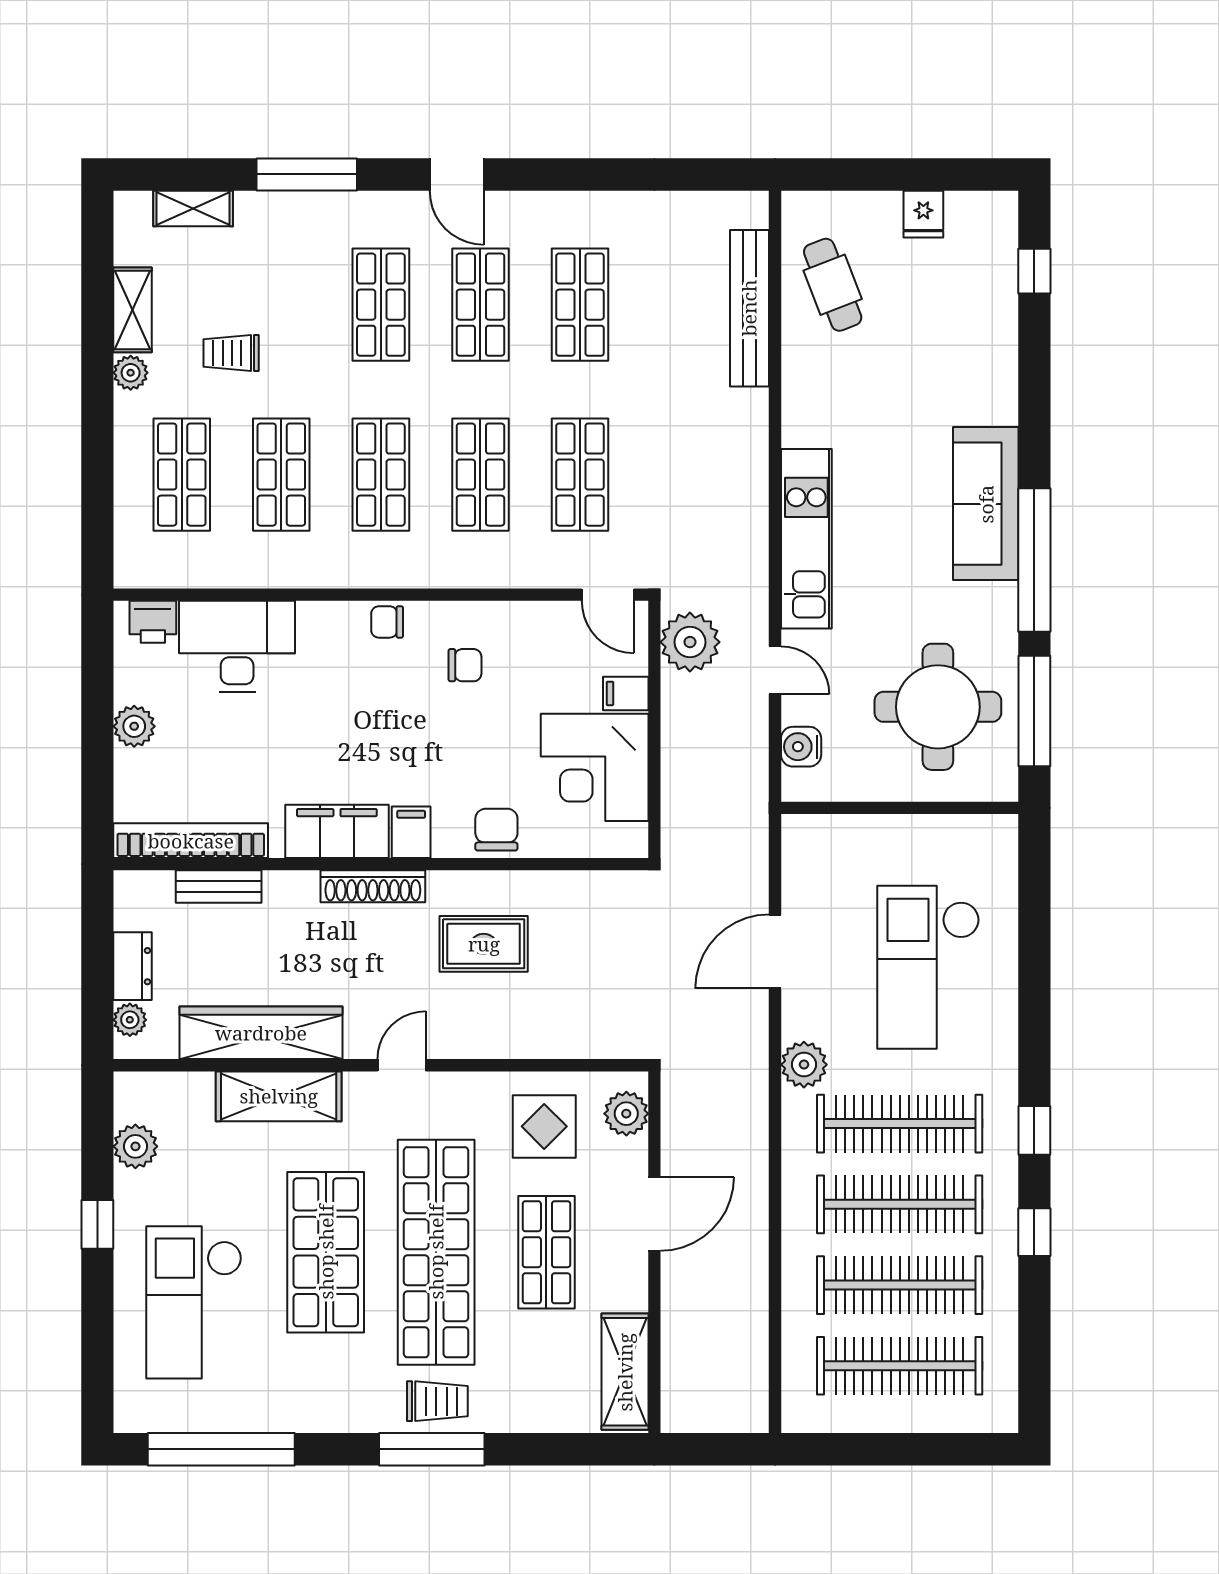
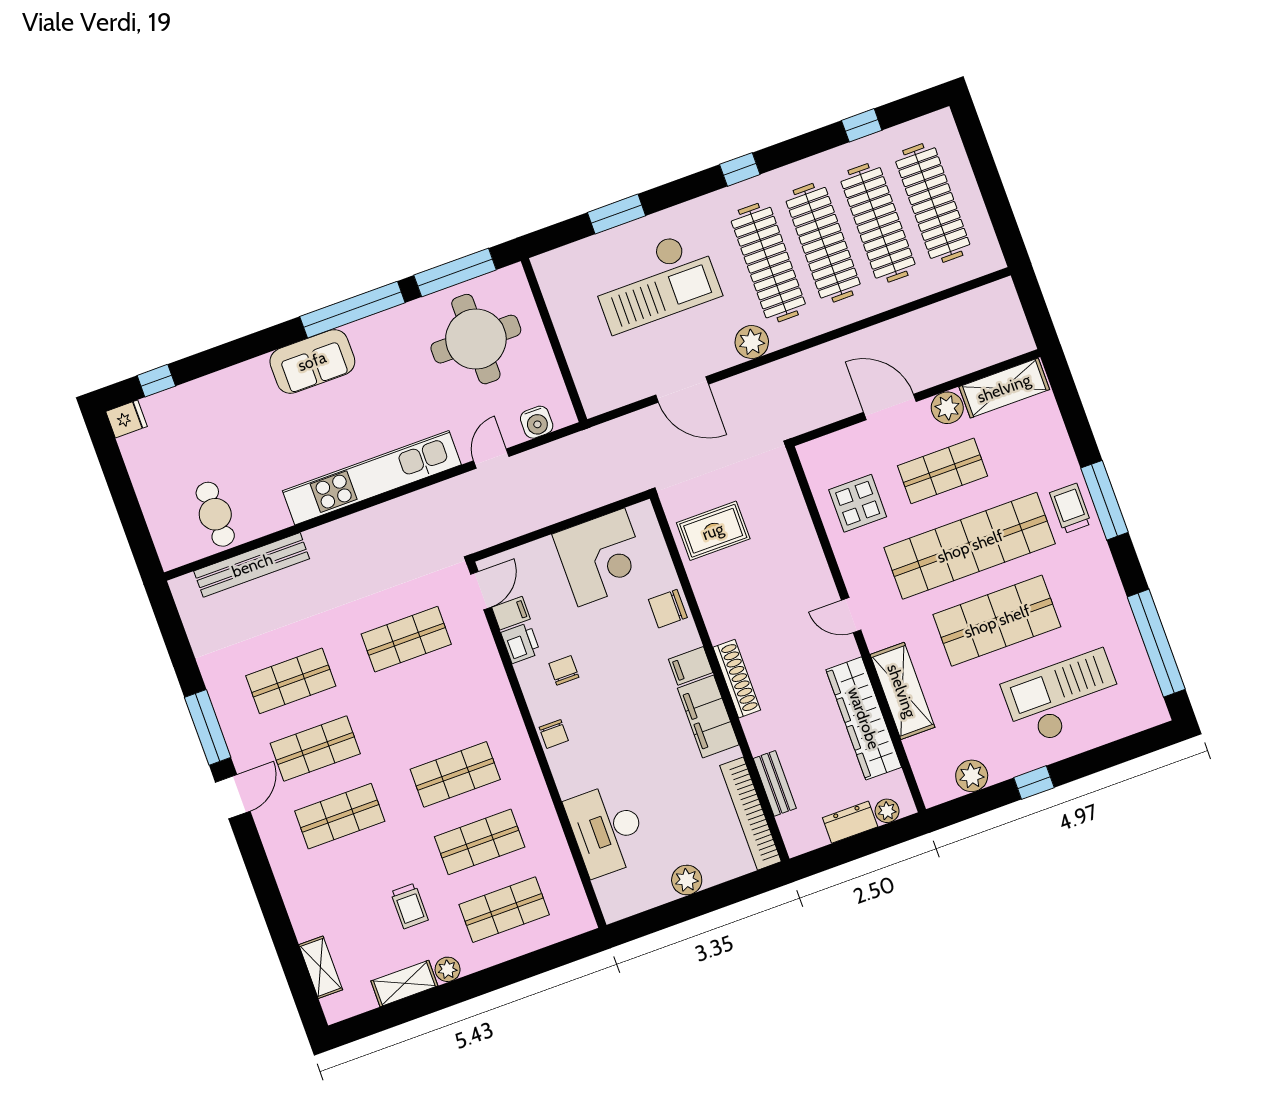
window: (307, 174) -> (208, 727), moved
fridge: (923, 214) -> (126, 419), moved
cafe table: (833, 285) -> (215, 514), turned -69
shop shelf: (480, 475) -> (431, 707), removed
sofa: (986, 504) -> (312, 361), width x0.73
kitchen unit: (806, 539) -> (372, 478), width x1.36
printer: (153, 622) -> (521, 643), moved
plant: (690, 642) -> (493, 523), removed
filing cabinet: (626, 693) -> (511, 613), moved, turned -90
rug: (484, 944) -> (713, 531), moved, turned 90
window: (1034, 949) -> (616, 214), added
plant: (626, 1114) -> (947, 408), moved
window: (1034, 1232) -> (862, 125), moved
checkout: (194, 1302) -> (1063, 698), turned 180

